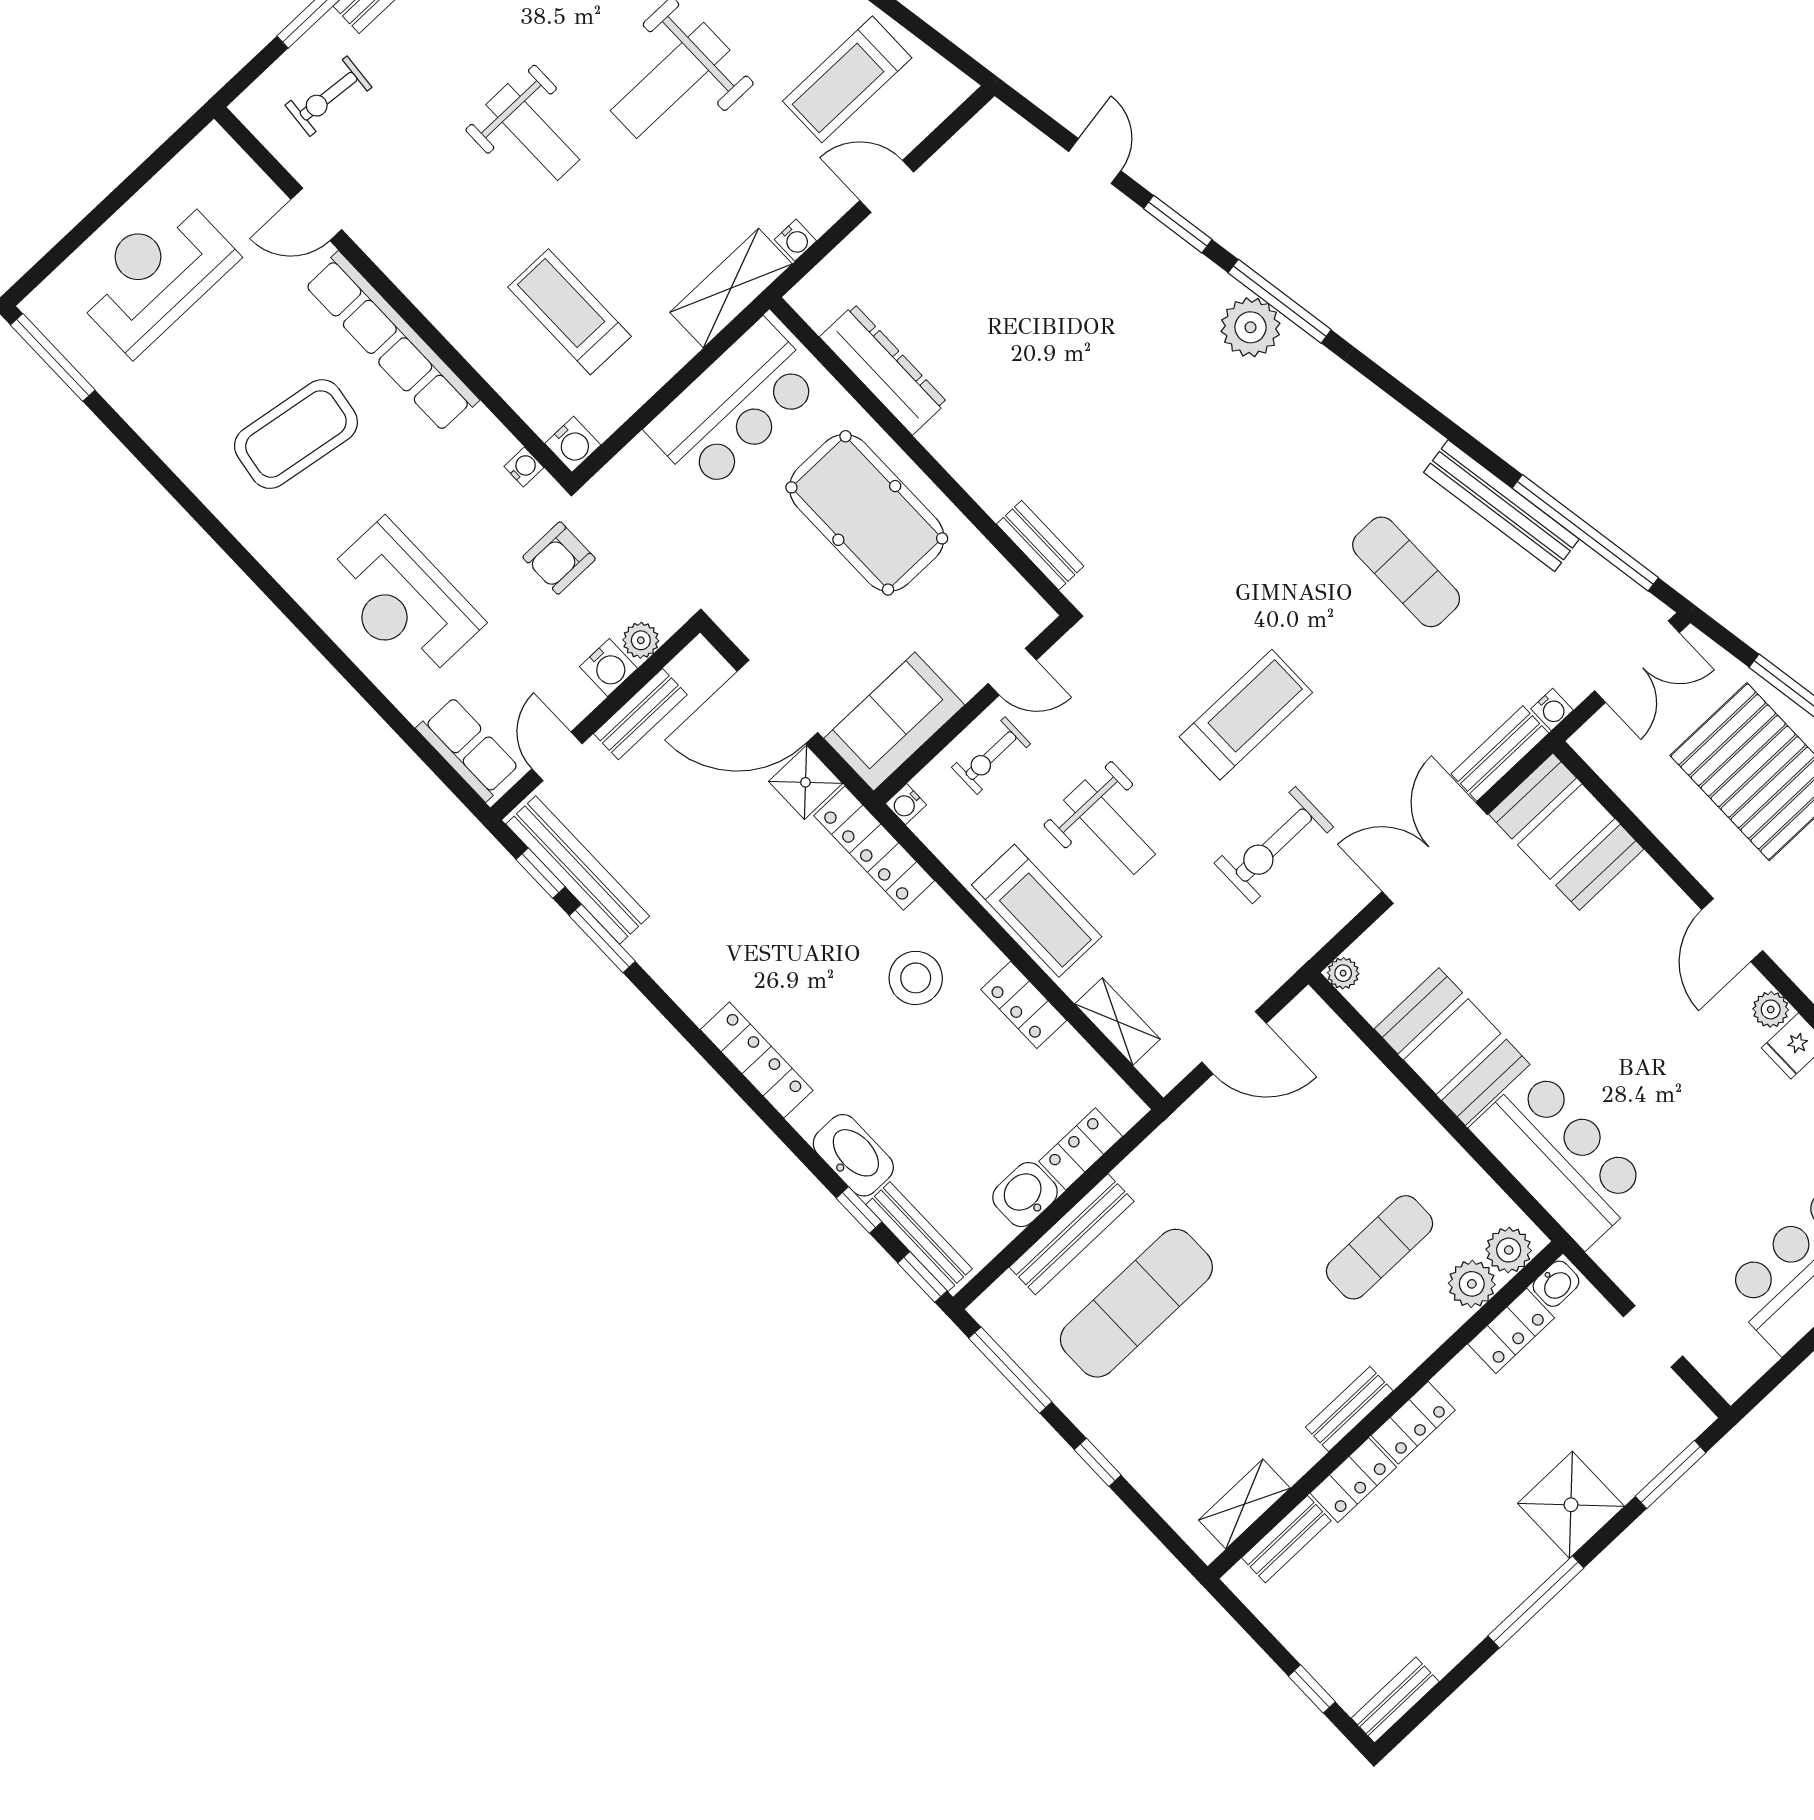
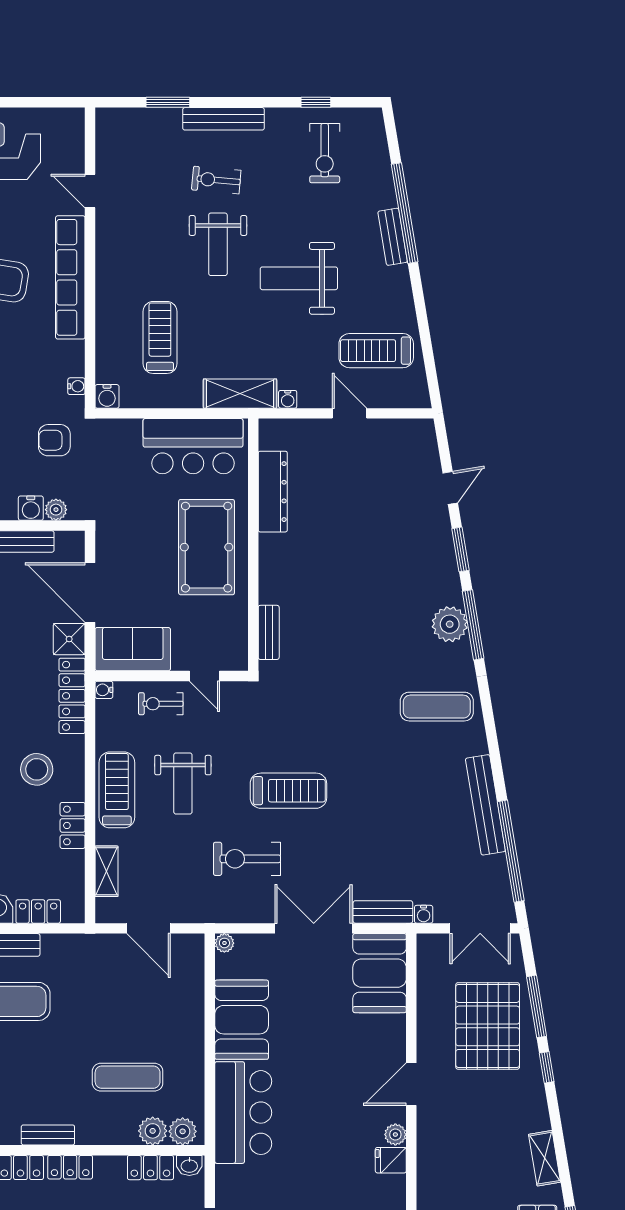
exercise bike: (329, 96) -> (216, 180), moved
exercise mat: (1406, 572) -> (437, 707), moved, turned 90
treadmill: (1037, 911) -> (117, 790), turned 180

